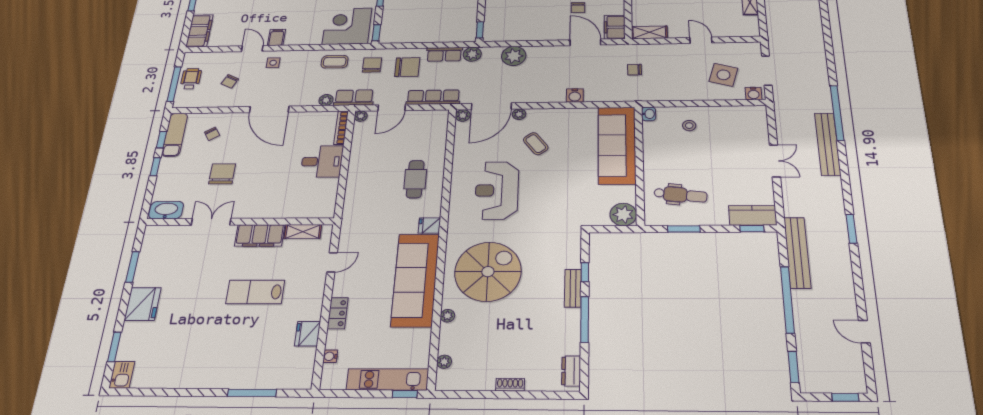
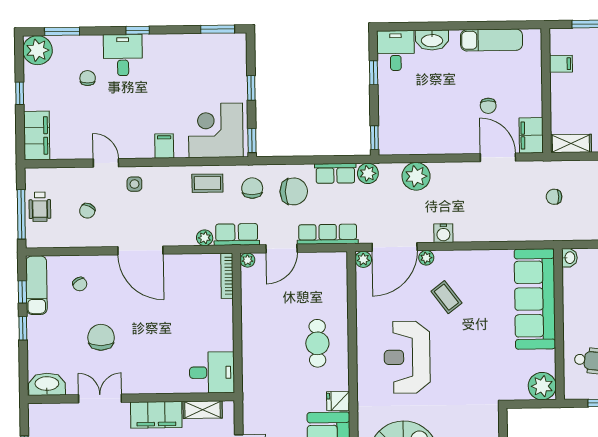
filing cabinet: (276, 37) -> (164, 146), moved
wheelchair: (191, 79) -> (40, 207), turned 180
water cooler: (575, 96) -> (443, 233), moved
desk: (322, 162) -> (212, 372), moved

